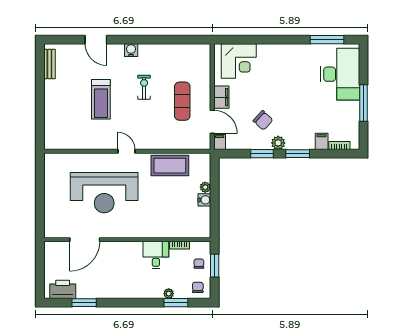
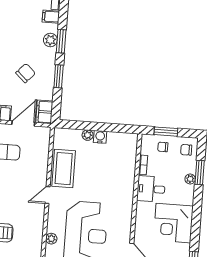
filing cabinet: (220, 142) -> (44, 112), width x2.00
plant: (278, 143) -> (50, 40), moved
door: (126, 151) -> (47, 195), moved
plant: (99, 158) -> (51, 239), added
corner desk: (123, 280) -> (173, 223), added

